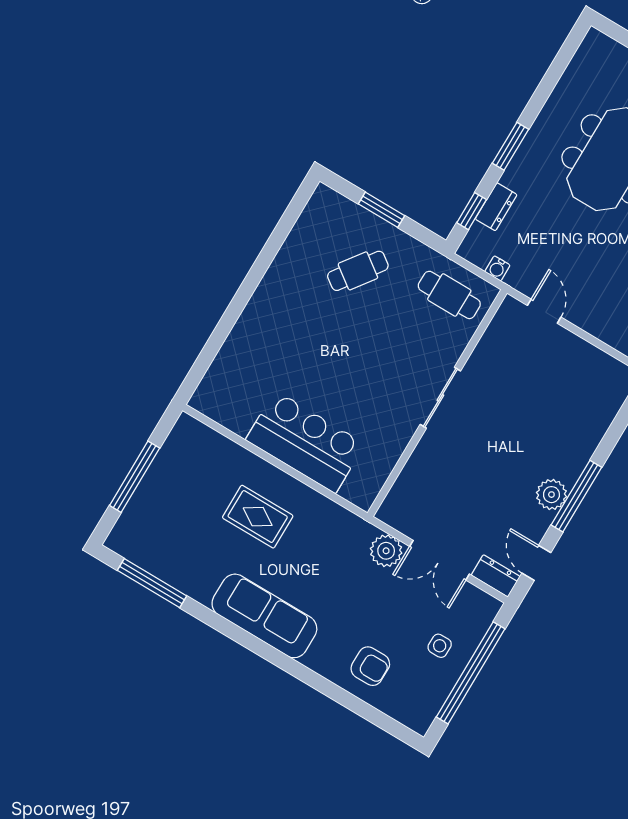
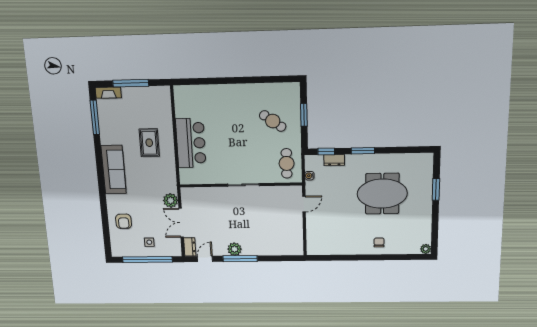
fireplace: (125, 528) -> (108, 93), added

